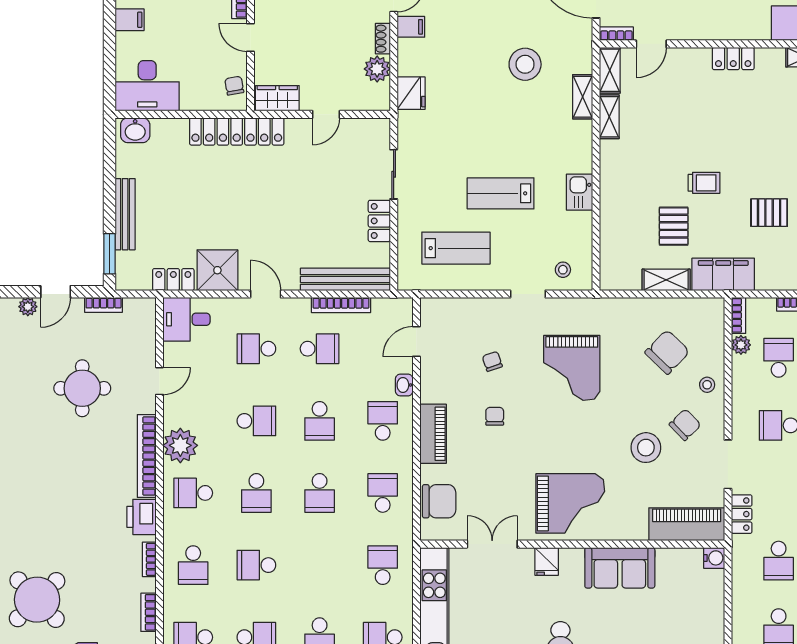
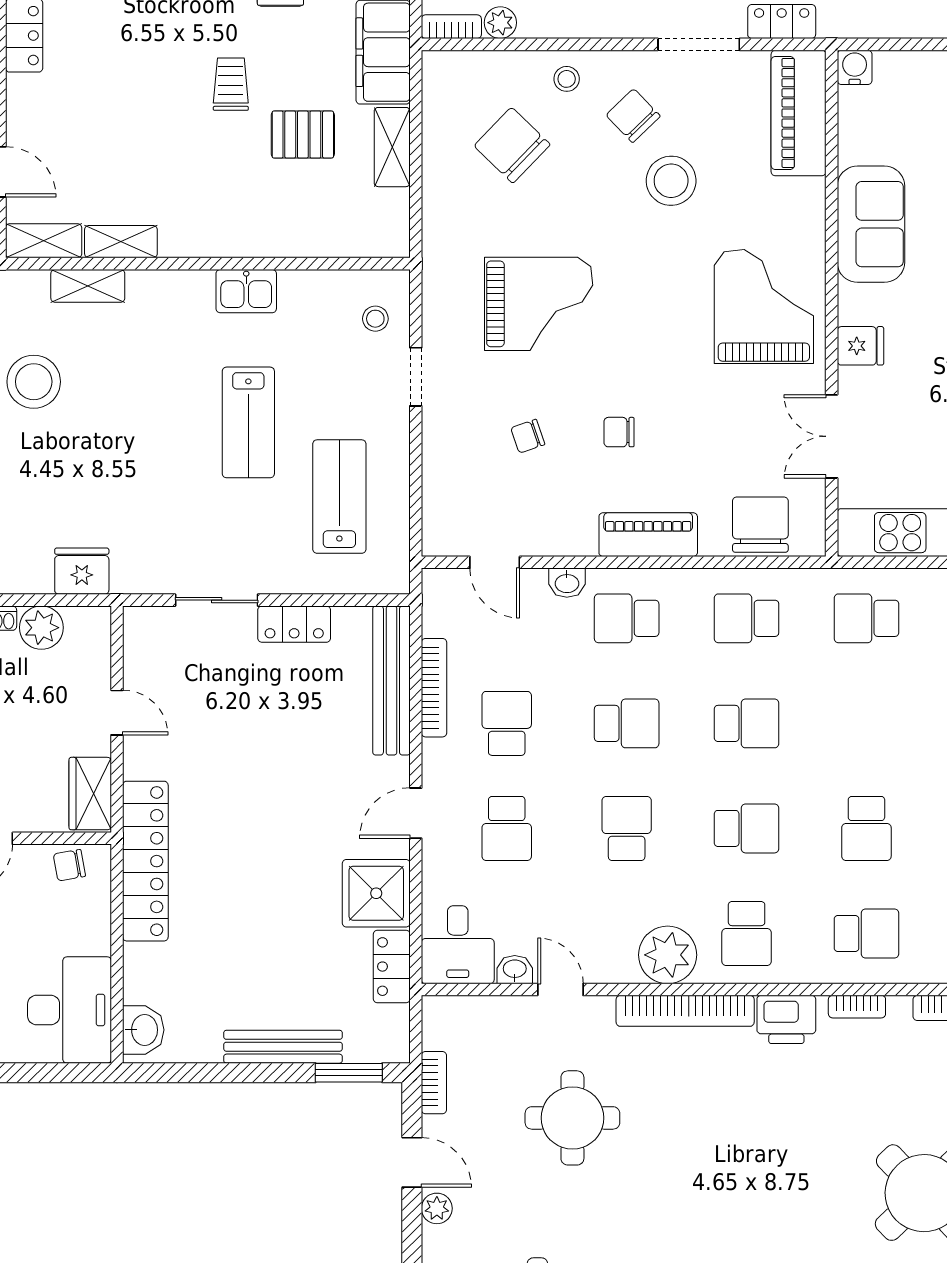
washbasin: (171, 354) -> (515, 970), added

